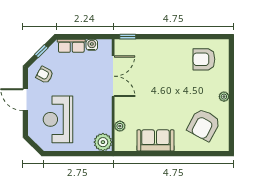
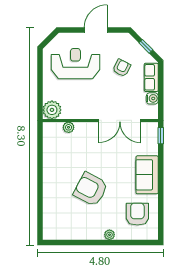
armchair: (45, 75) -> (122, 68), moved
plant: (224, 97) -> (109, 235), moved
armchair: (204, 125) -> (91, 189), moved
sofa: (155, 140) -> (147, 175), moved, turned 180

